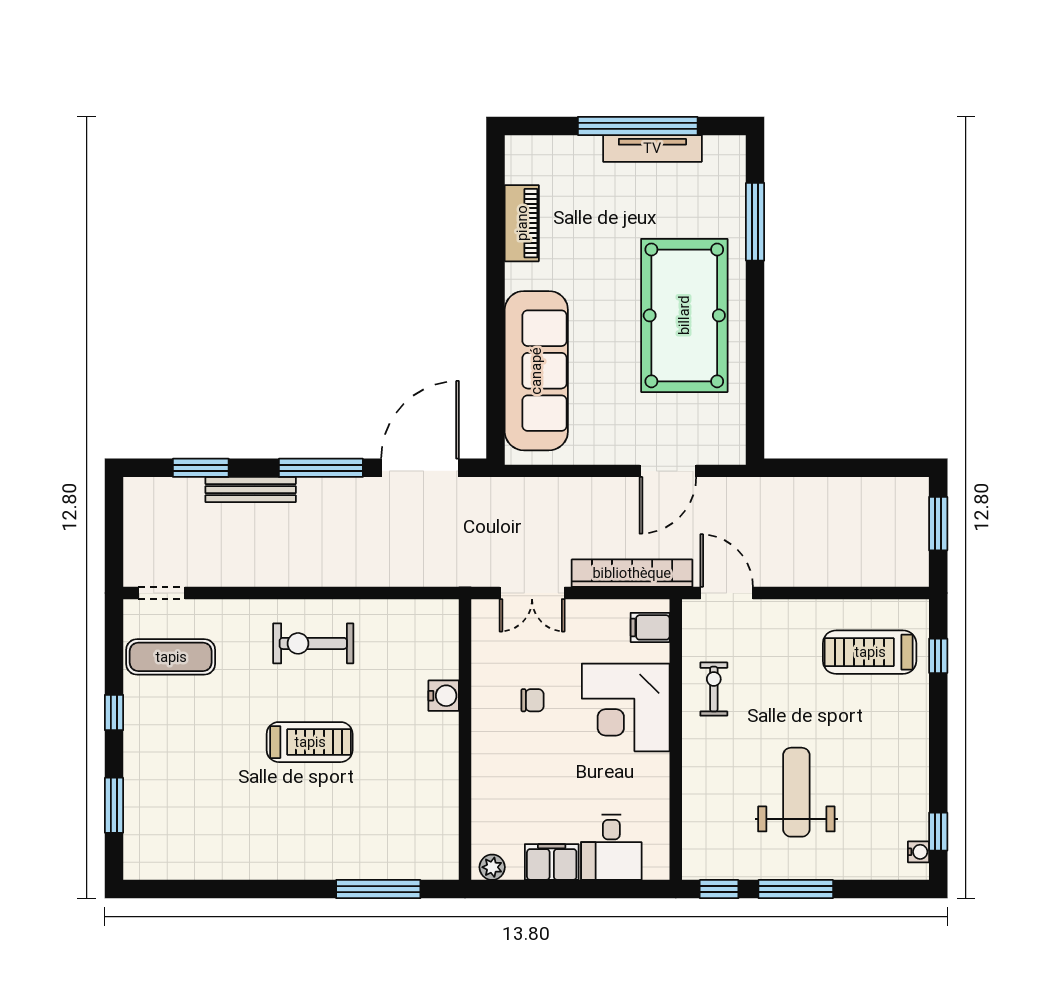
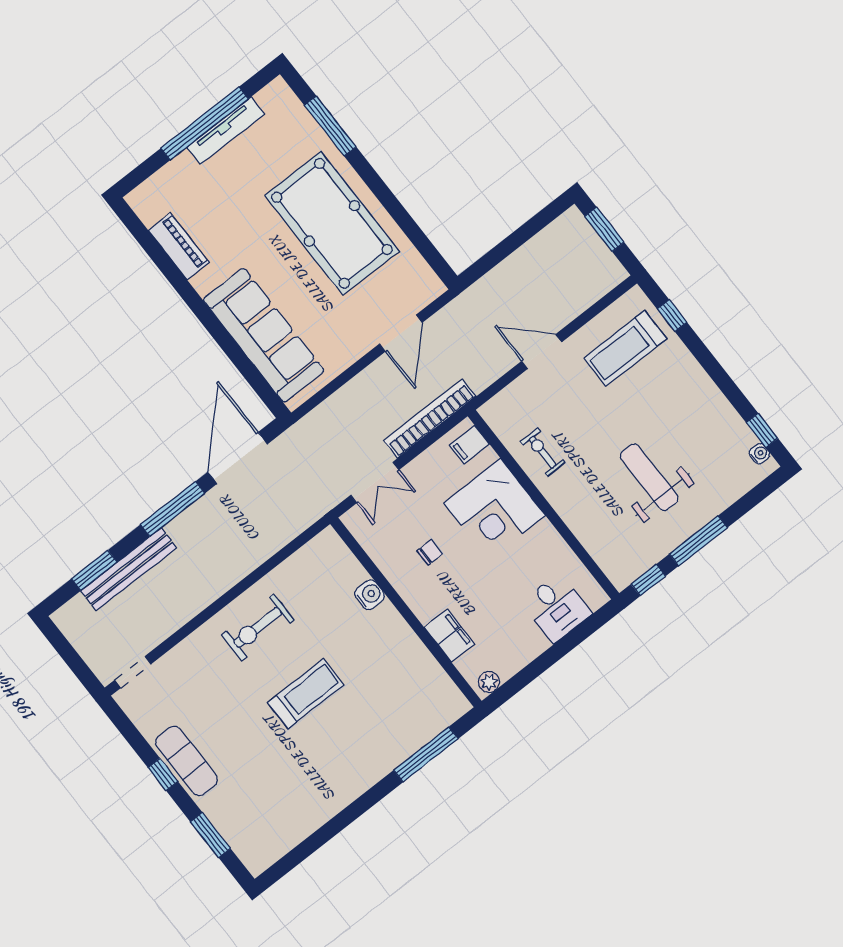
bench: (251, 490) -> (129, 569), width x1.37, depth x1.21
door: (727, 593) -> (542, 352), moved
exercise mat: (171, 657) -> (187, 761), moved, turned 90
filing cabinet: (552, 862) -> (449, 636), moved, turned 90

